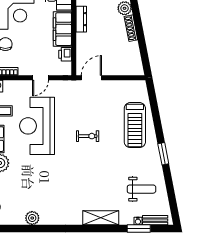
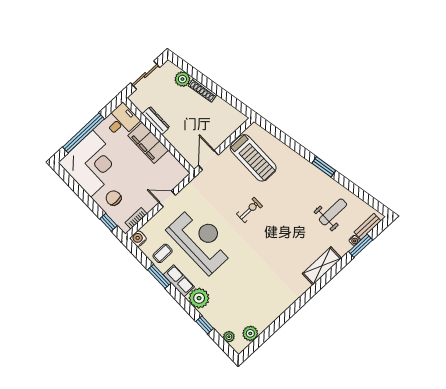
printer: (65, 54) -> (169, 161), removed
door: (40, 78) -> (167, 199), swing flipped
treadmill: (135, 125) -> (253, 158), moved
reception desk: (37, 126) -> (201, 240), turned 180
plant: (32, 218) -> (250, 333), moved

